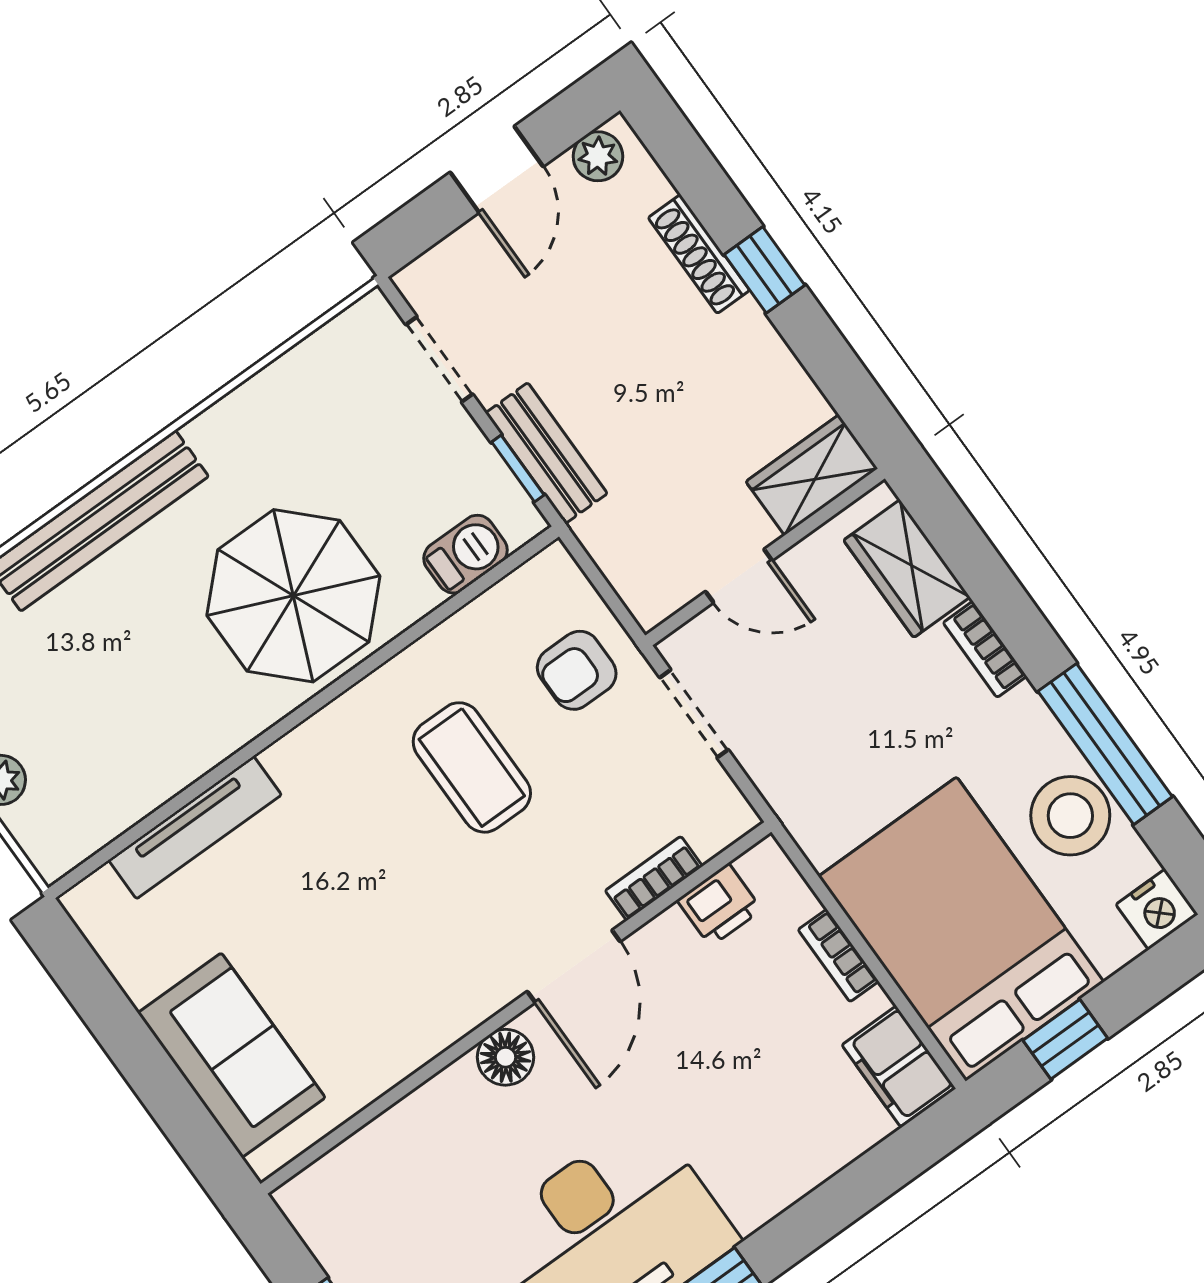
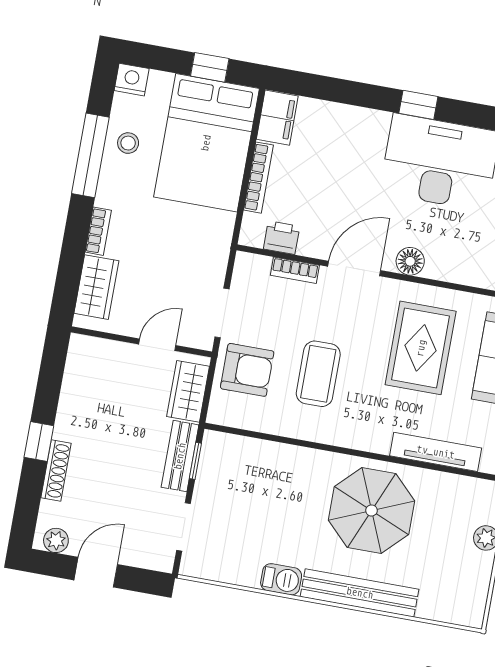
wardrobe: (812, 475) -> (188, 391), moved, turned 90
barbecue: (466, 554) -> (281, 579), moved, turned 180
door: (739, 576) -> (157, 345), hinge flipped
parasol: (293, 596) -> (371, 511), moved
armchair: (577, 670) -> (247, 370), width x1.38, depth x1.38
stool: (1070, 816) -> (128, 143), width x0.53, depth x0.53
rug: (366, 951) -> (421, 348), added
bookcase: (838, 955) -> (258, 178), width x1.56

